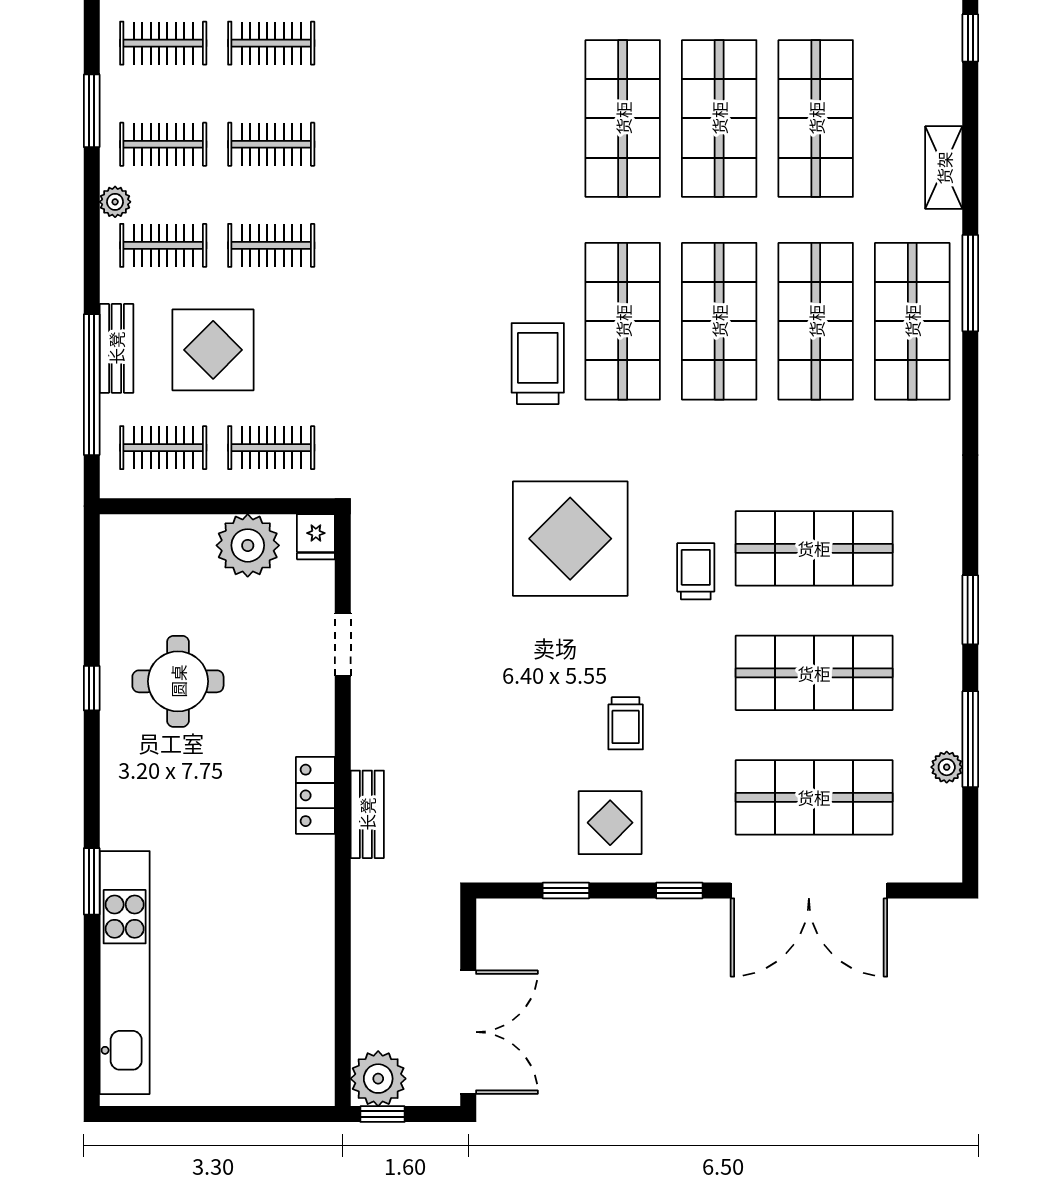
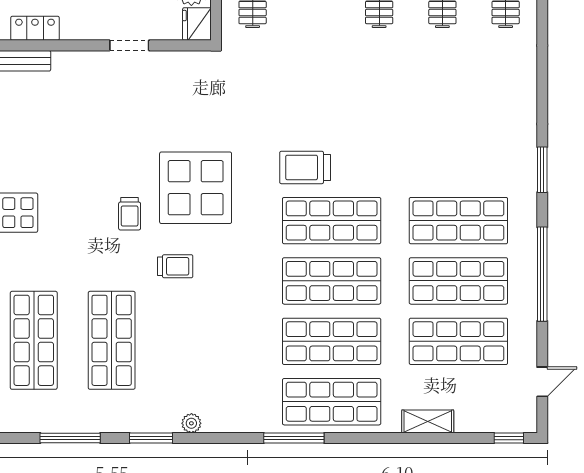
window: (970, 283) -> (294, 438), moved
trolley: (538, 364) -> (305, 167), turned 180
fridge: (316, 537) -> (197, 24), width x1.38
shop shelf: (814, 548) -> (190, 340), removed
trolley: (626, 723) -> (130, 214), moved, turned -90
plant: (947, 767) -> (191, 423), moved

